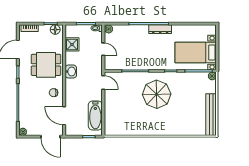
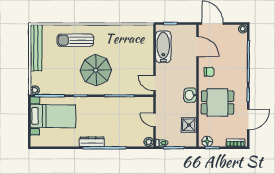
sun lounger: (175, 122) -> (75, 40), added

